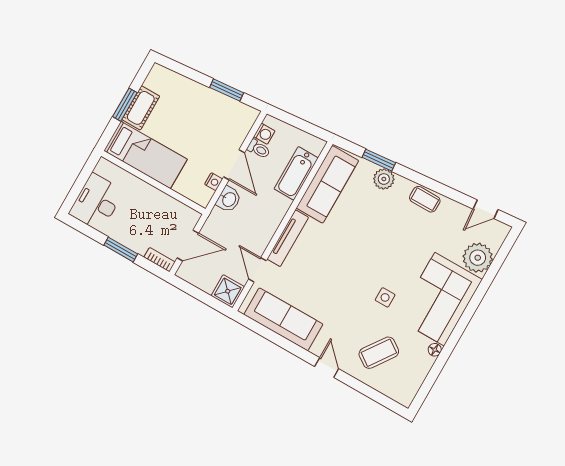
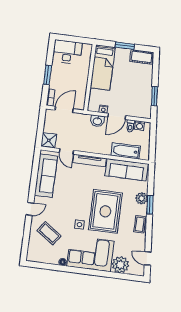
cot: (141, 108) -> (142, 57), moved
window: (379, 160) -> (150, 205), moved
door: (188, 246) -> (64, 109), swing flipped
rug: (381, 247) -> (105, 211), added
door: (257, 270) -> (66, 151), swing flipped

